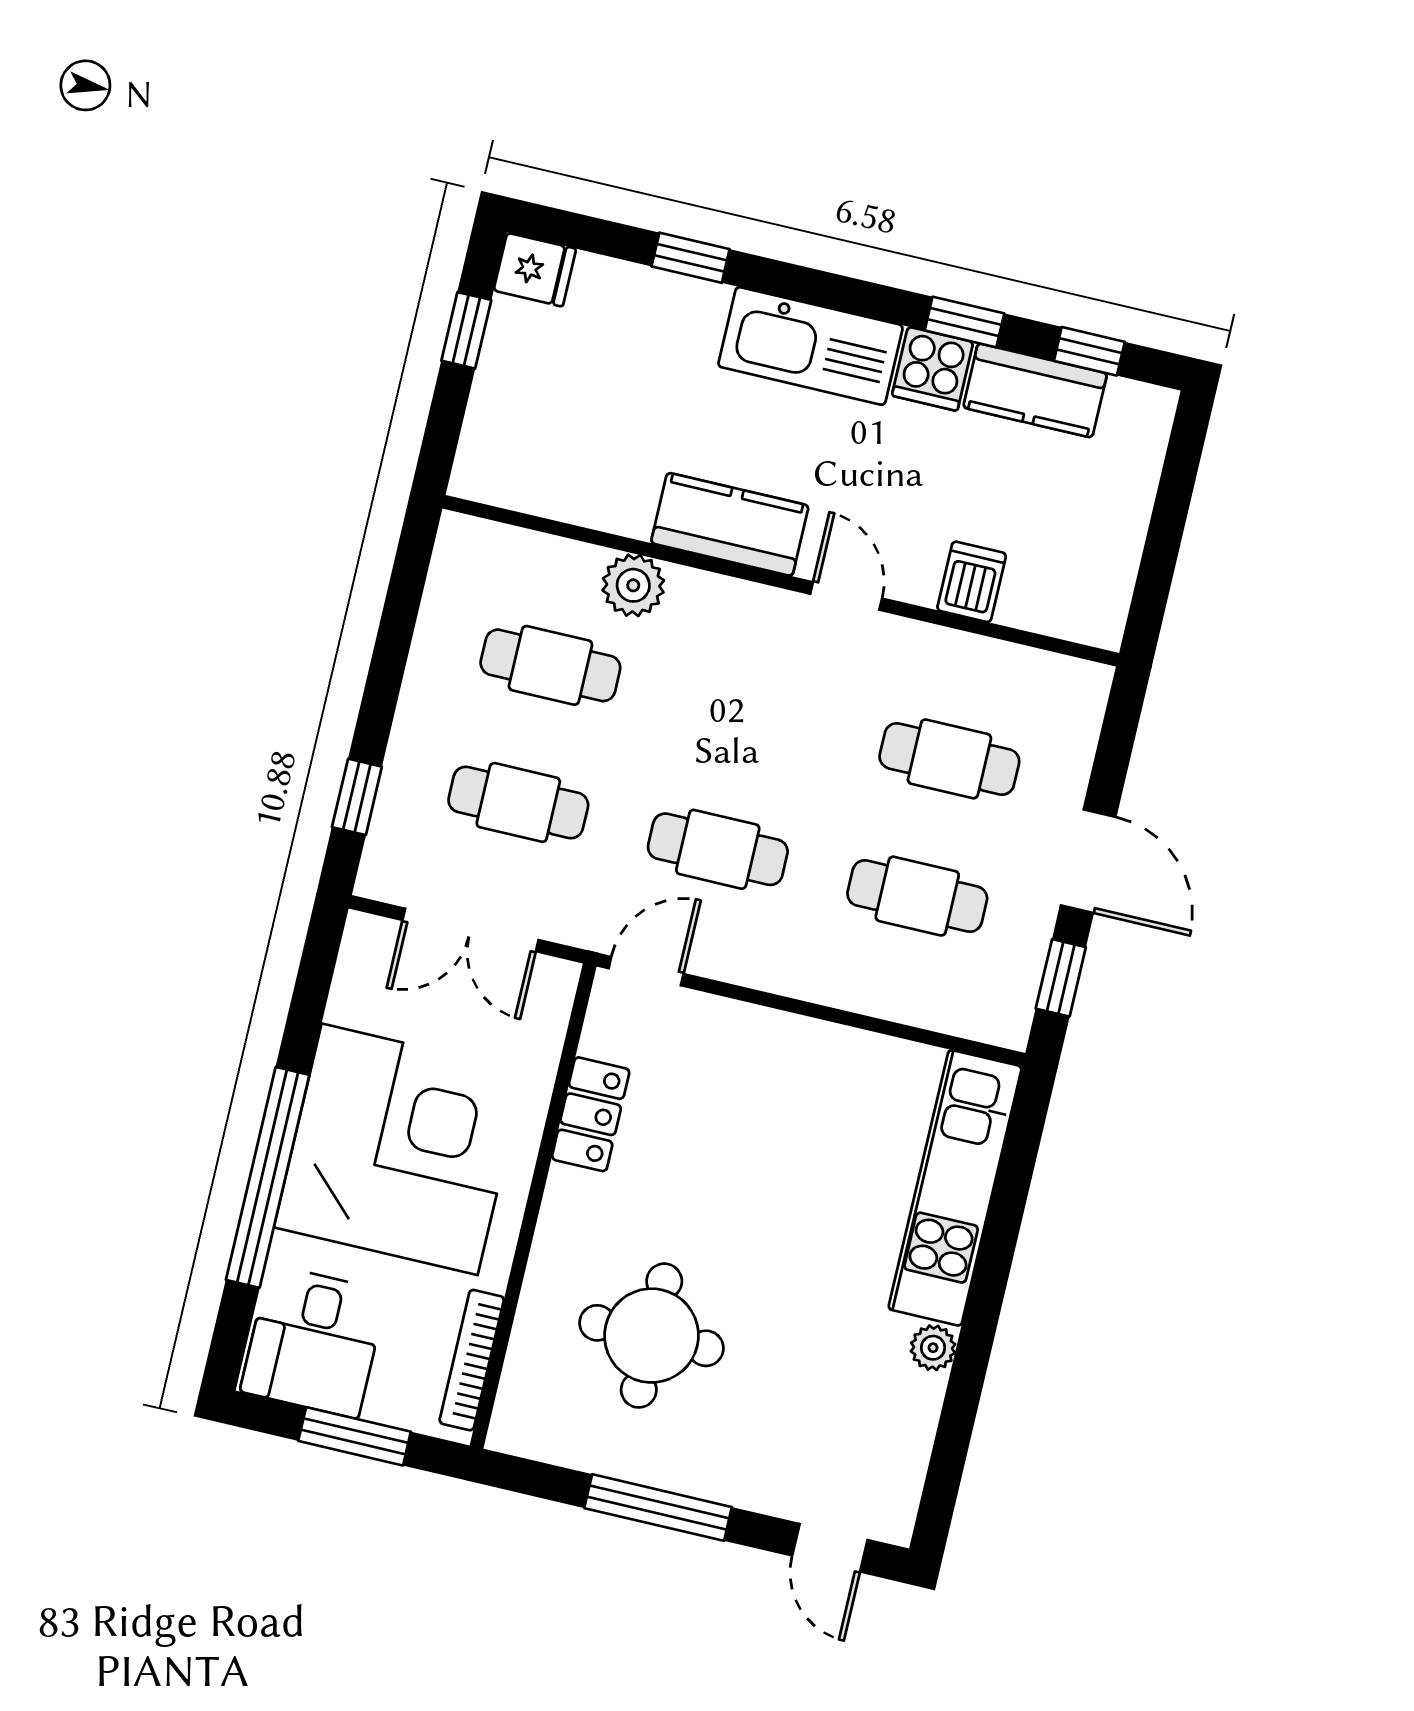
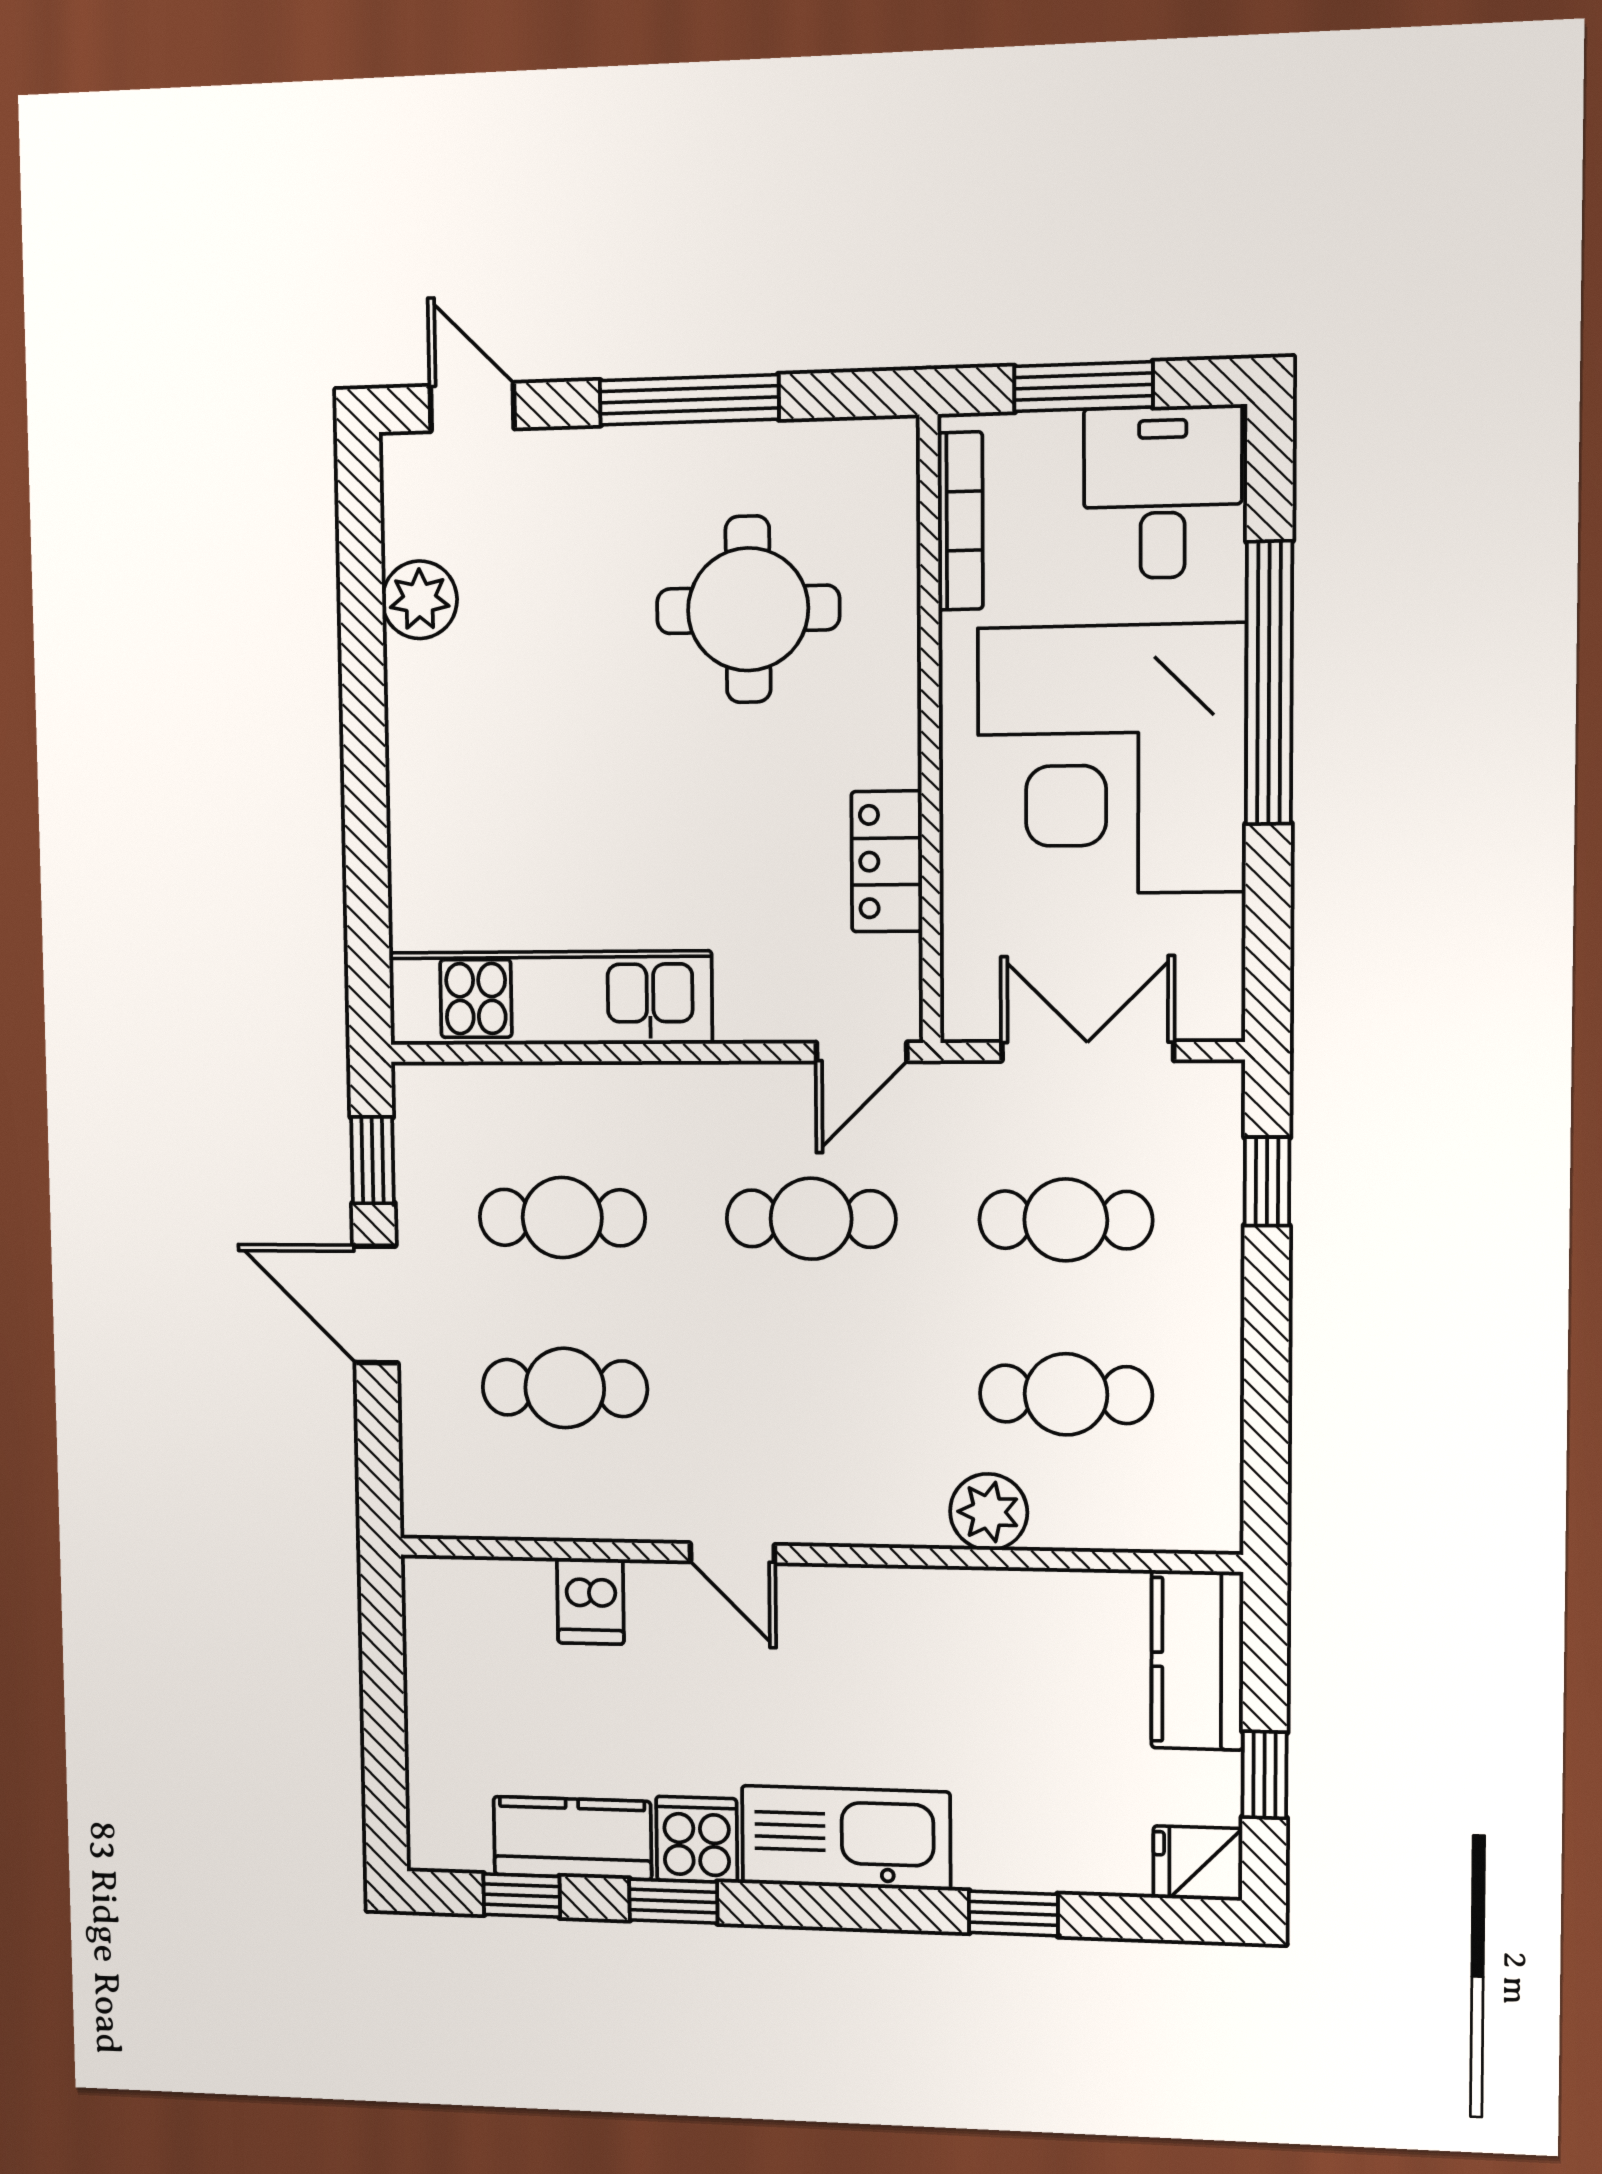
kitchen counter: (730, 524) -> (1197, 1660), moved, turned 90
kitchen unit: (955, 1188) -> (550, 998), moved, turned -90
plant: (933, 1348) -> (420, 600), moved, width x1.38, depth x1.38

